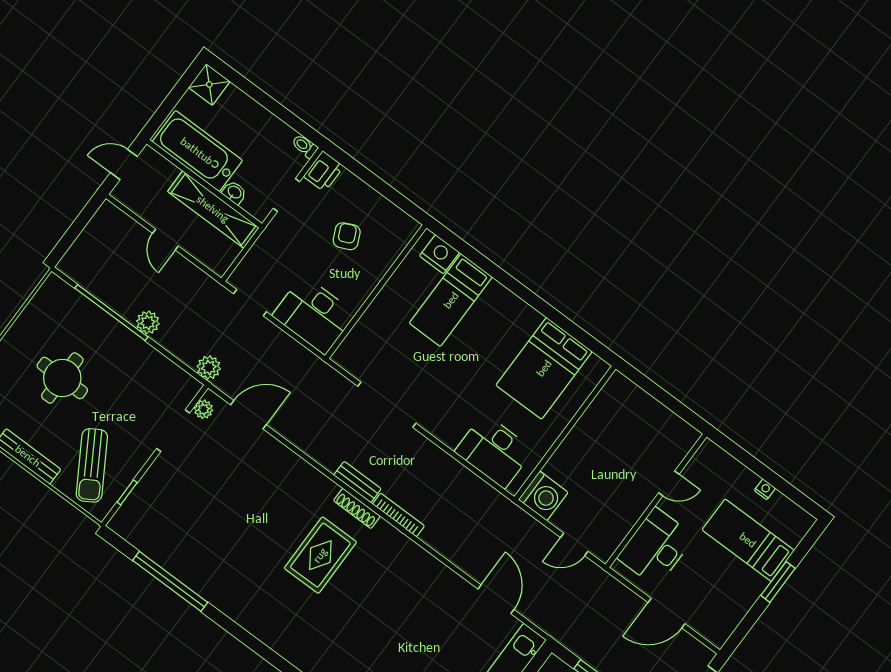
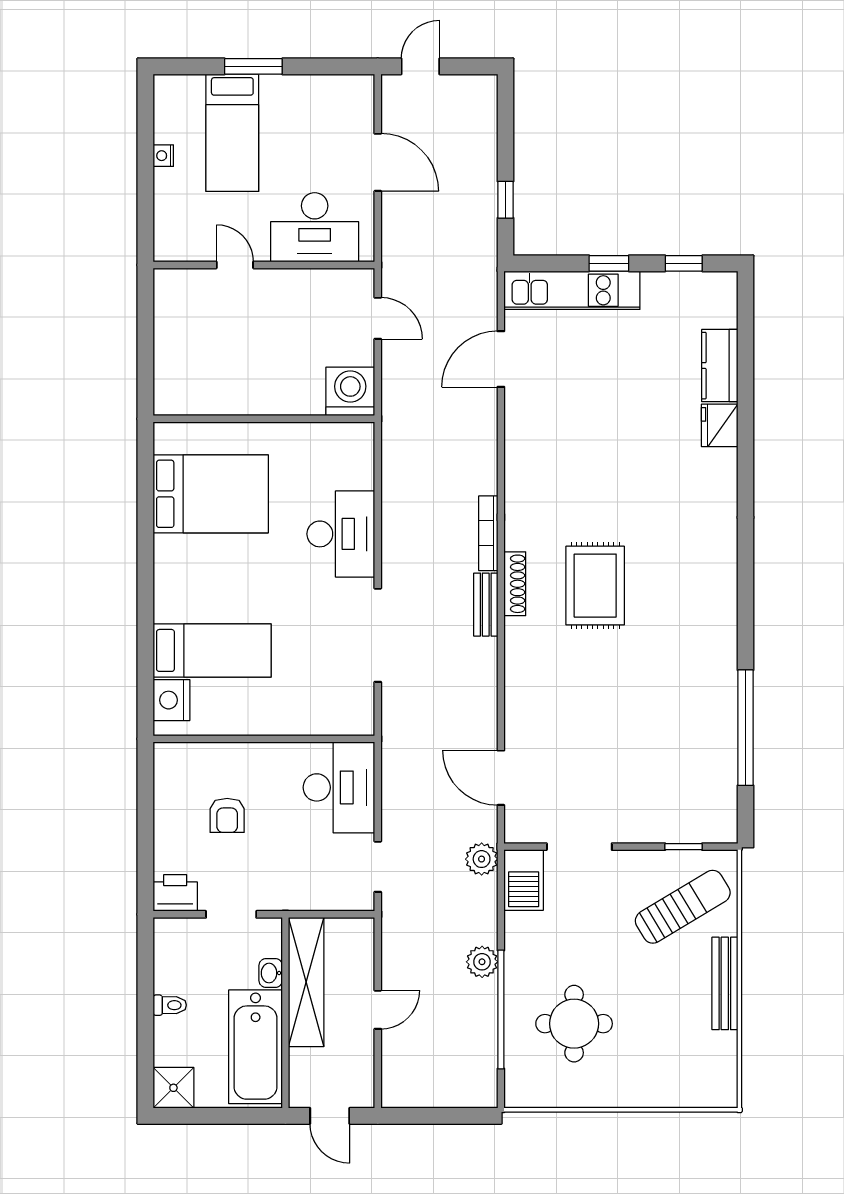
toilet: (305, 146) -> (170, 1005), moved, turned -90
armchair: (347, 236) -> (227, 815), turned -65
round table: (62, 378) -> (574, 1024), moved
barbecue: (178, 383) -> (524, 880), added
plant: (204, 409) -> (531, 831), removed
desk: (494, 451) -> (341, 534), moved
rug: (320, 555) -> (595, 586), turned 90

